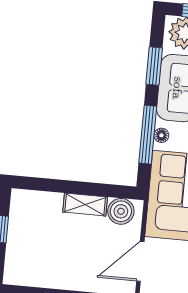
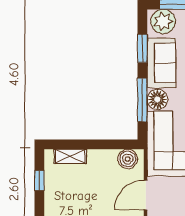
floor lamp: (161, 135) -> (157, 99), width x1.89, depth x1.89
shelving: (85, 205) -> (70, 156), moved

